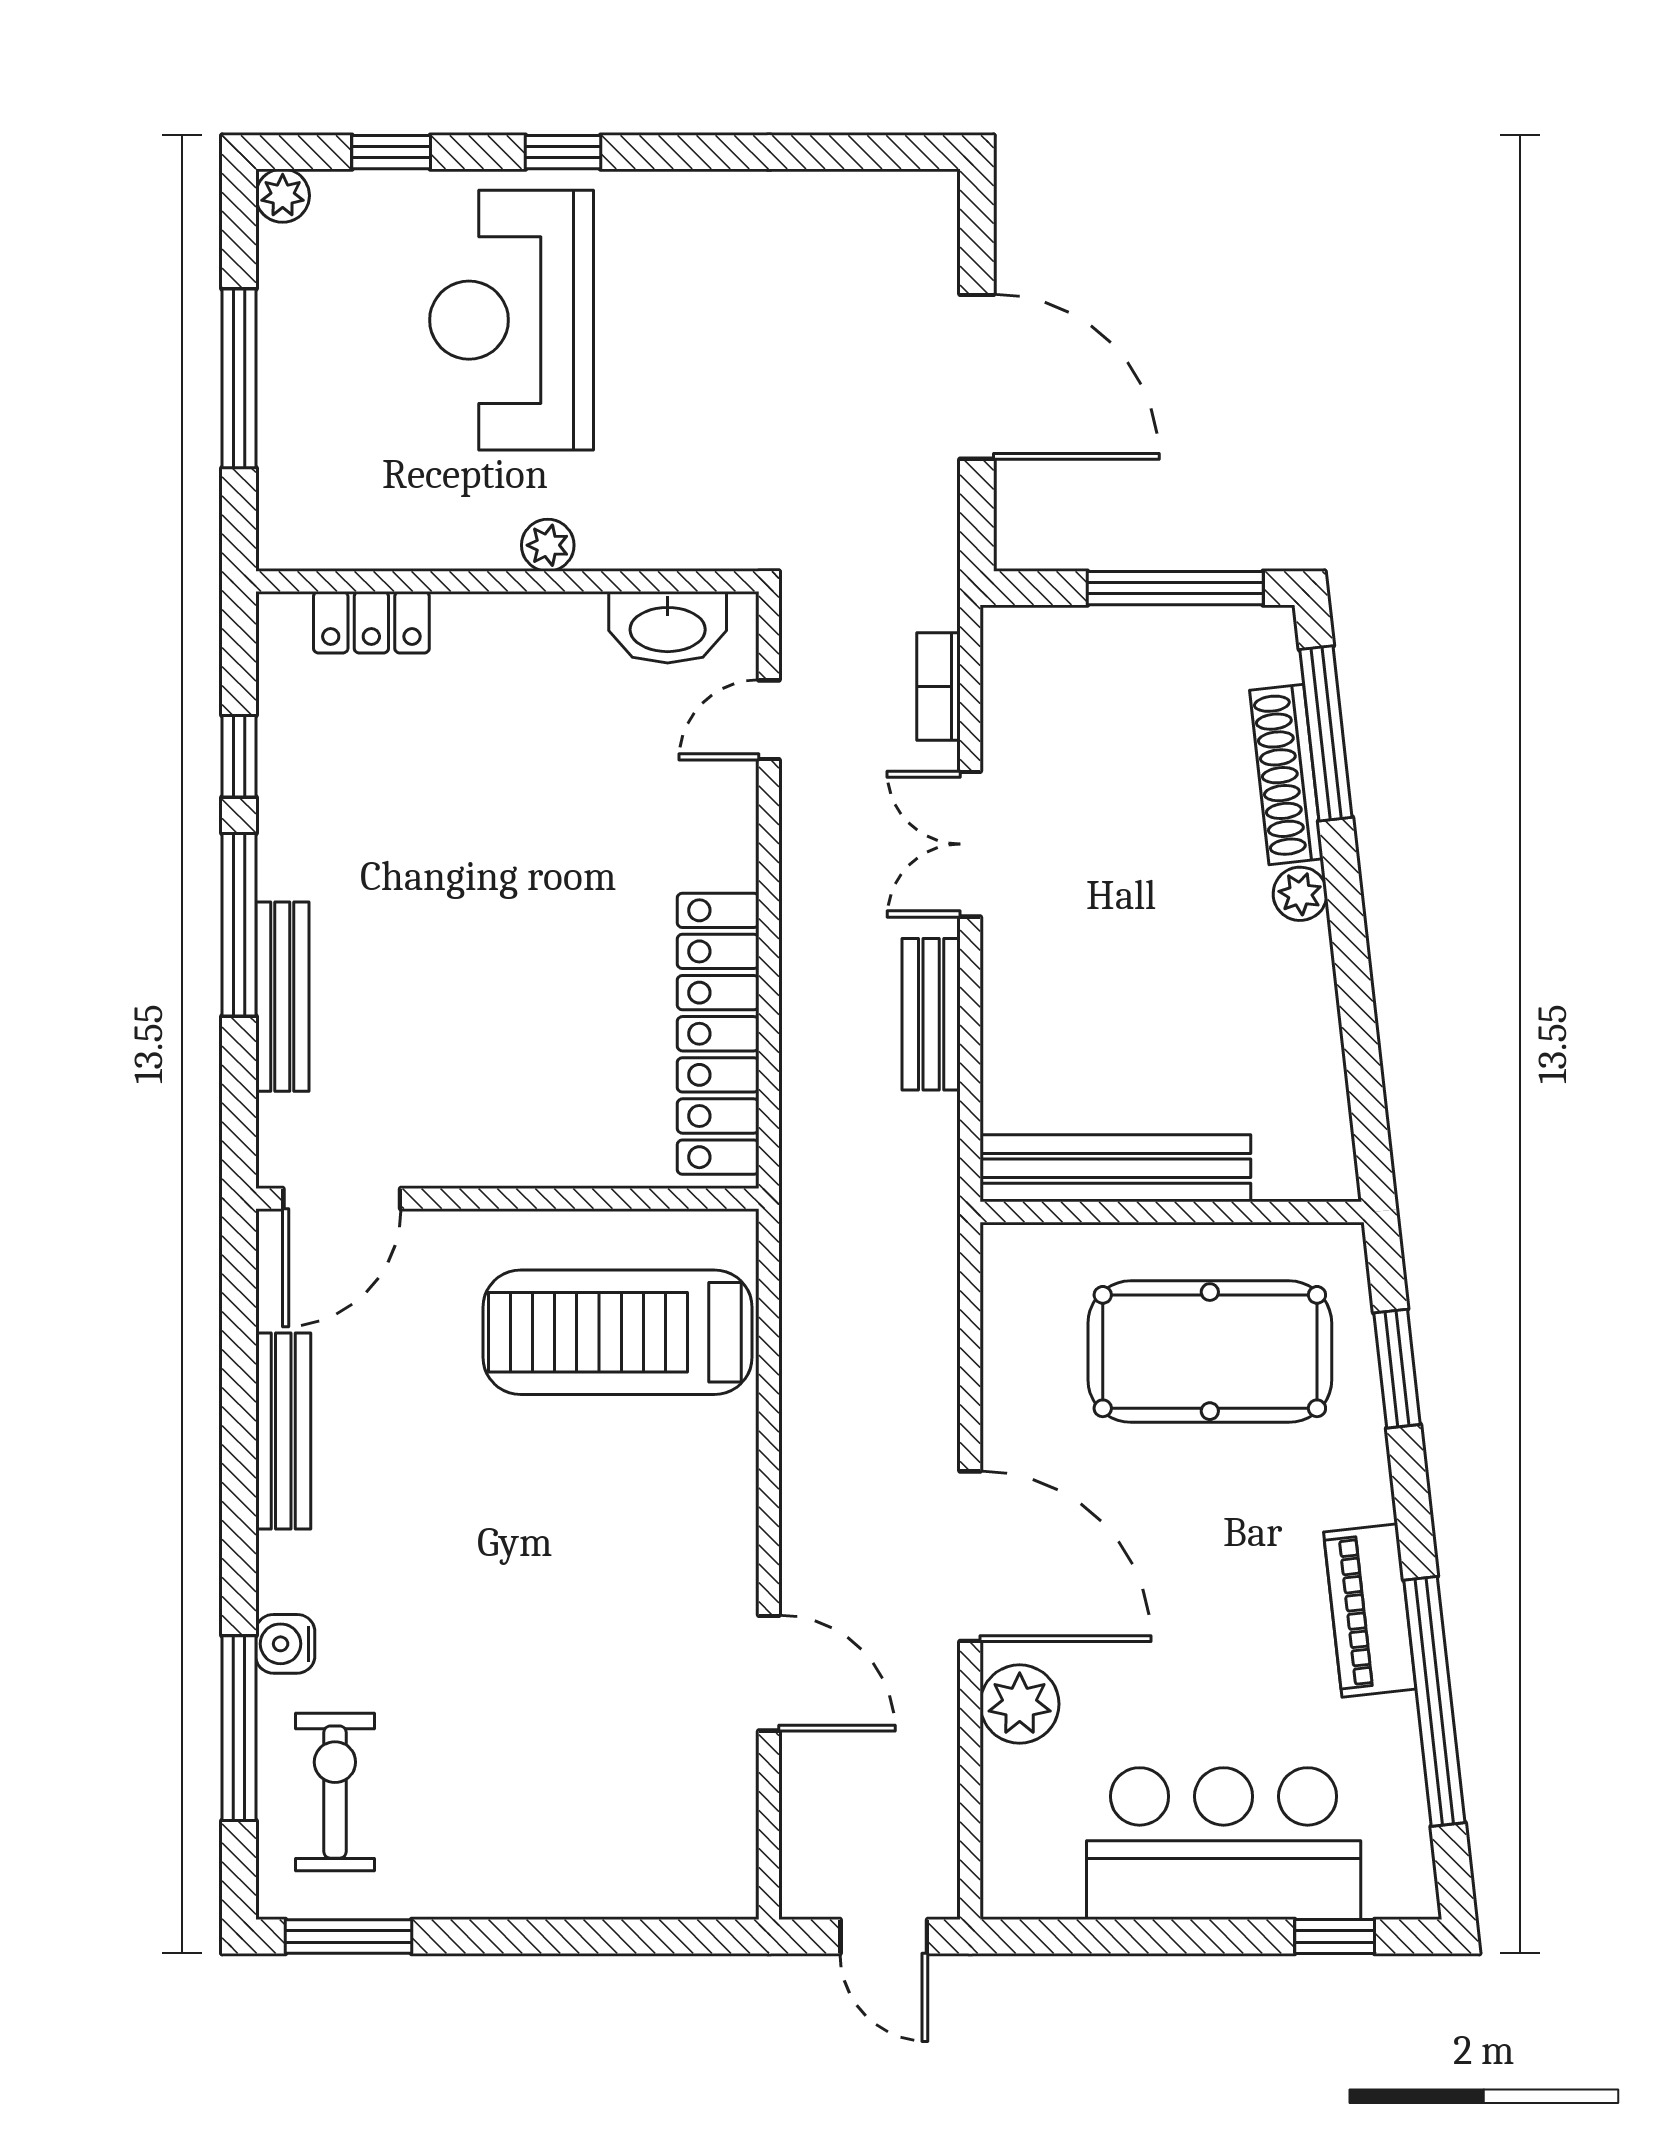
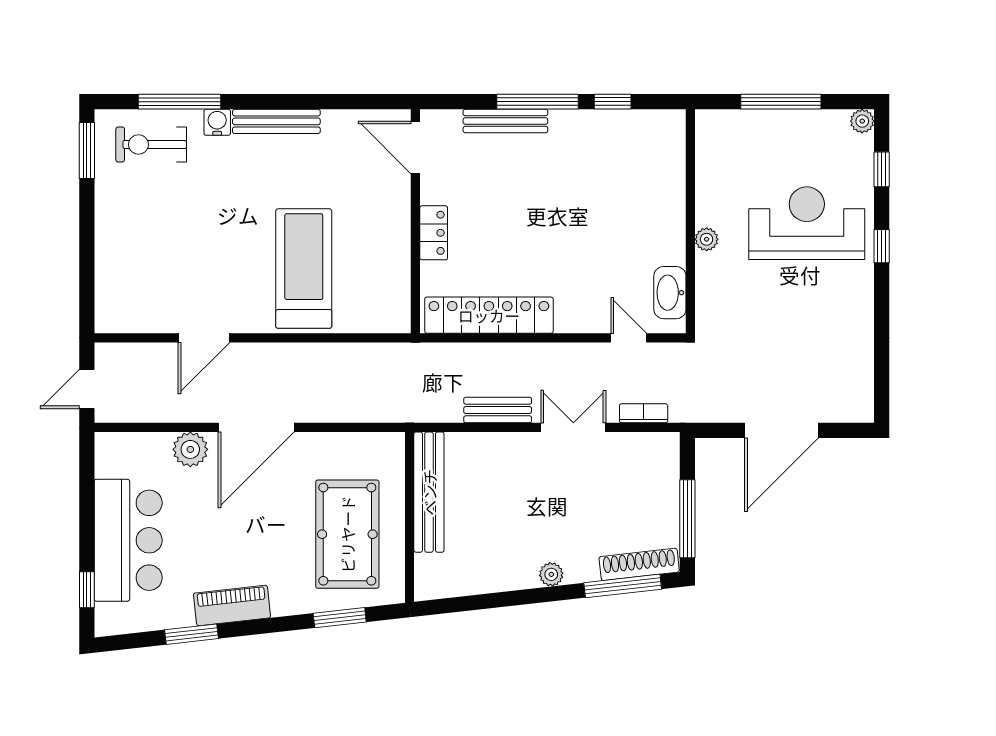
locker: (371, 622) -> (434, 233), moved, turned 180
shoe rack: (1286, 774) -> (639, 564), moved
treadmill: (617, 1332) -> (304, 269), moved
bench: (283, 1431) -> (276, 121), moved
window: (1434, 1701) -> (192, 634), width x0.47
exercise bike: (335, 1792) -> (151, 144), turned 180

